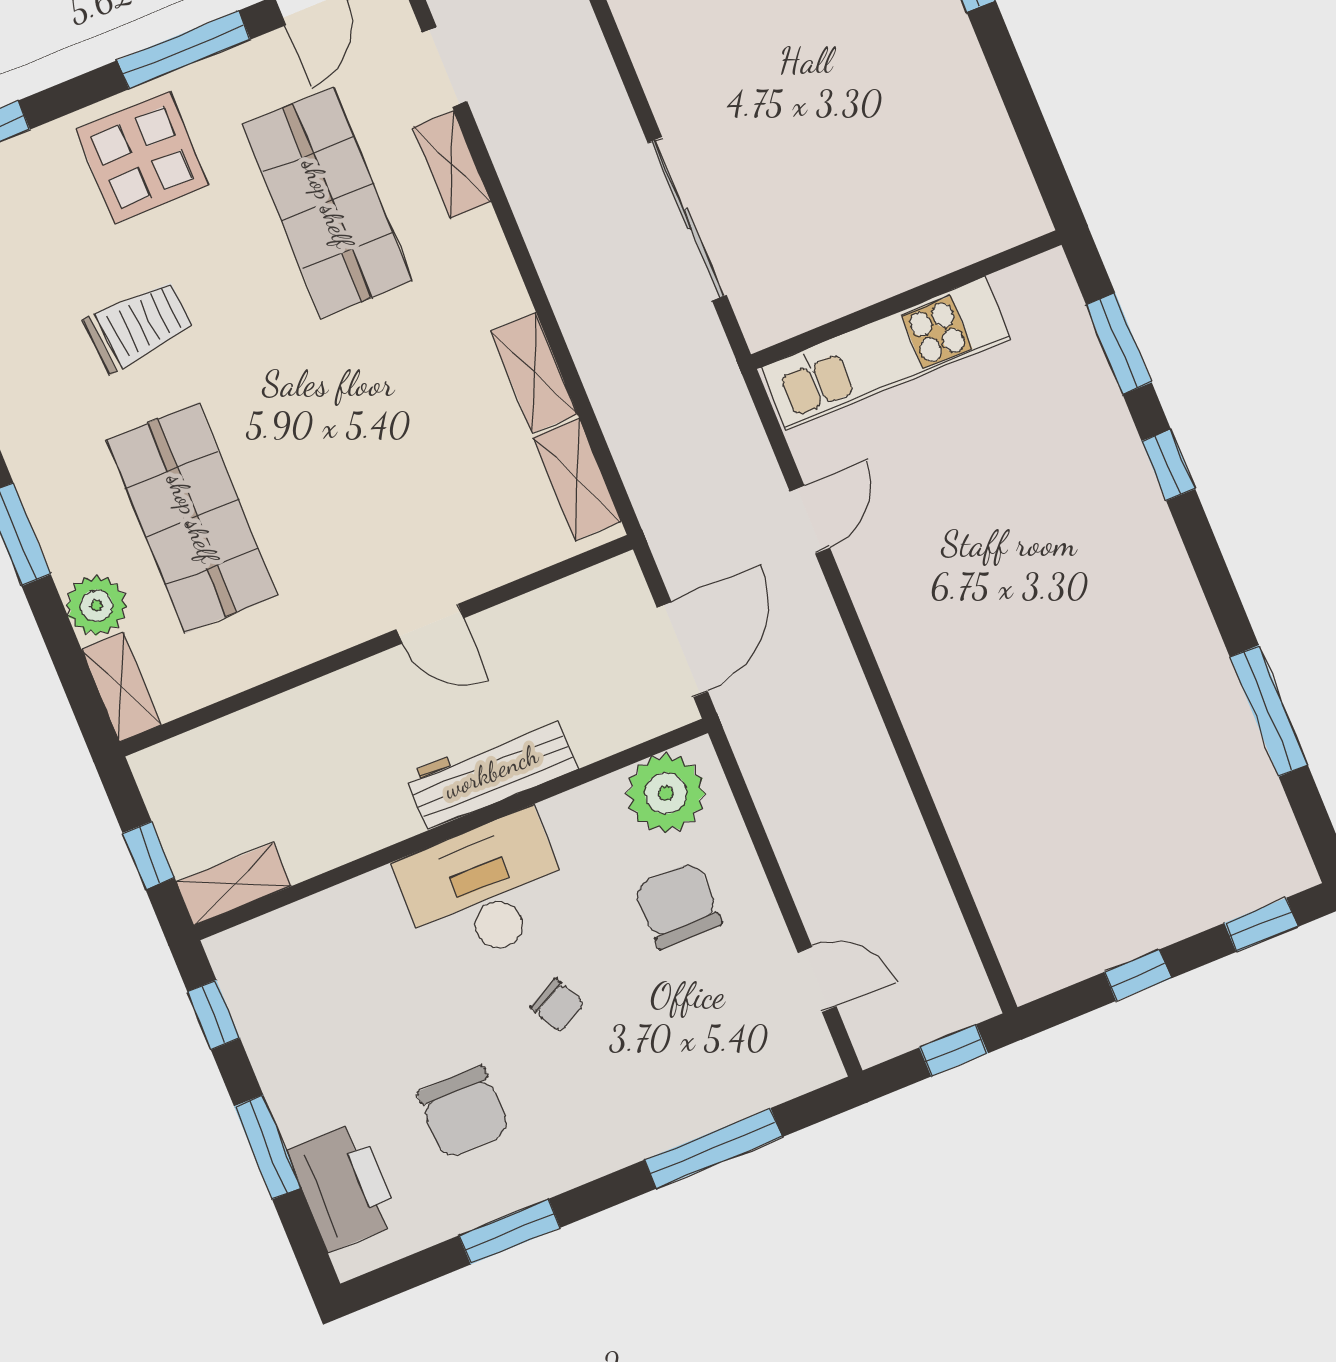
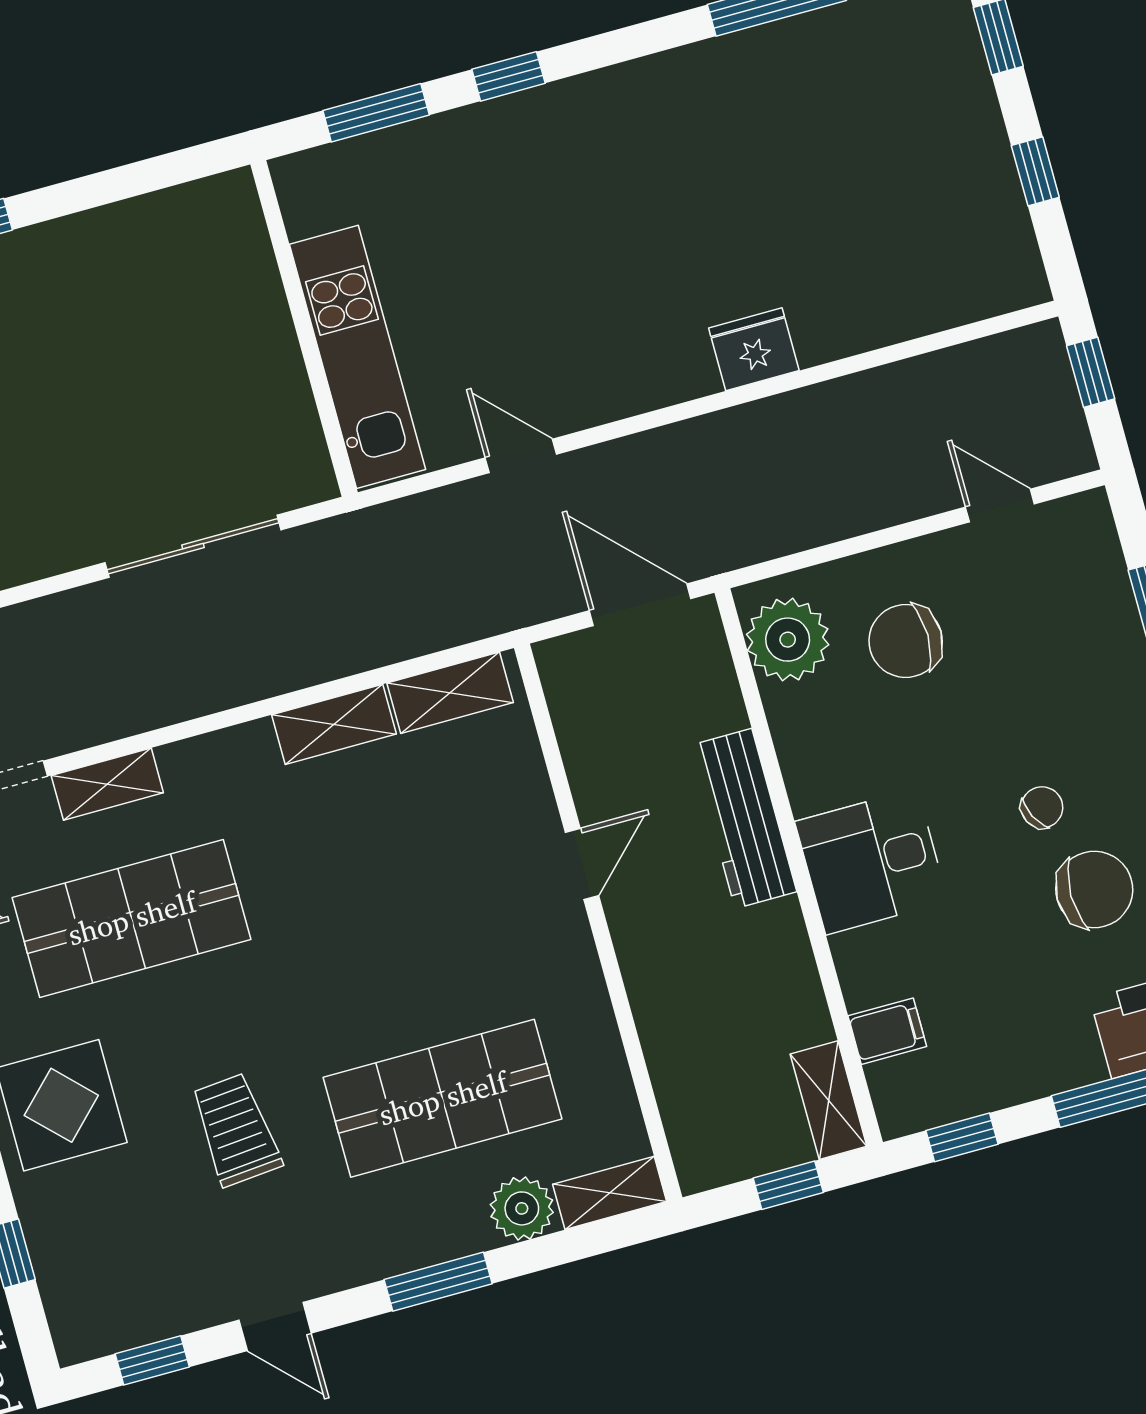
fridge: (937, 728) -> (754, 349), added
desk: (484, 890) -> (872, 861), width x0.73
filing cabinet: (306, 932) -> (887, 1031), added
door: (817, 979) -> (1000, 506), hinge flipped
chair: (558, 1005) -> (1042, 807), moved

